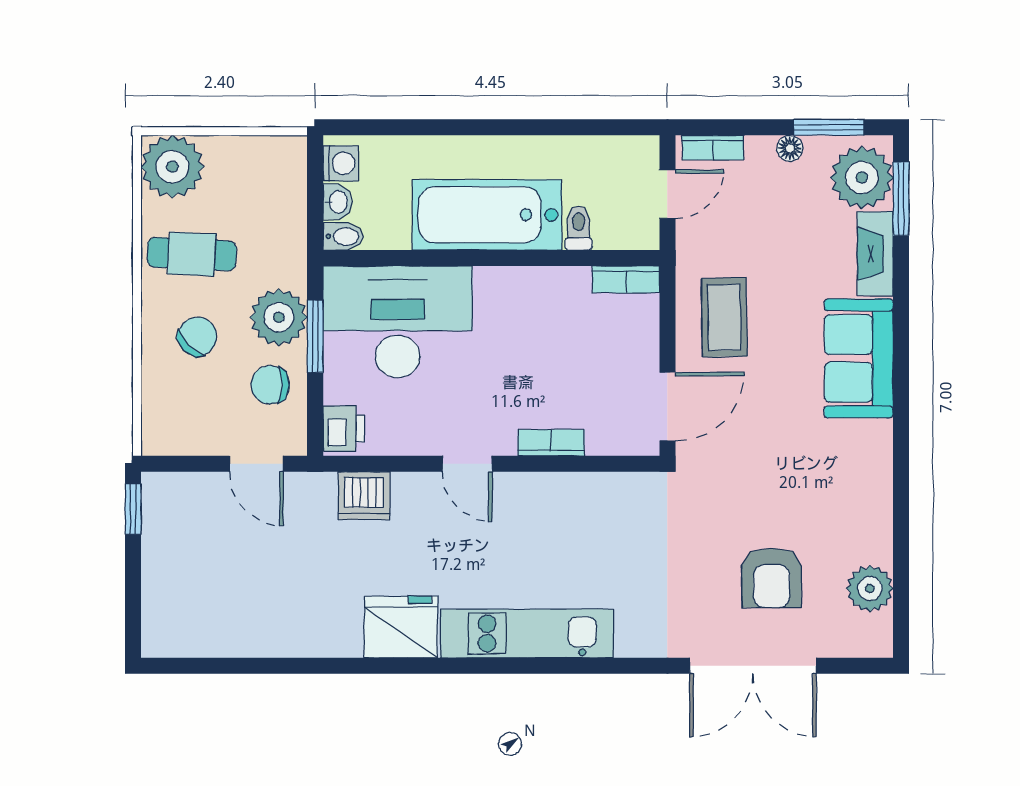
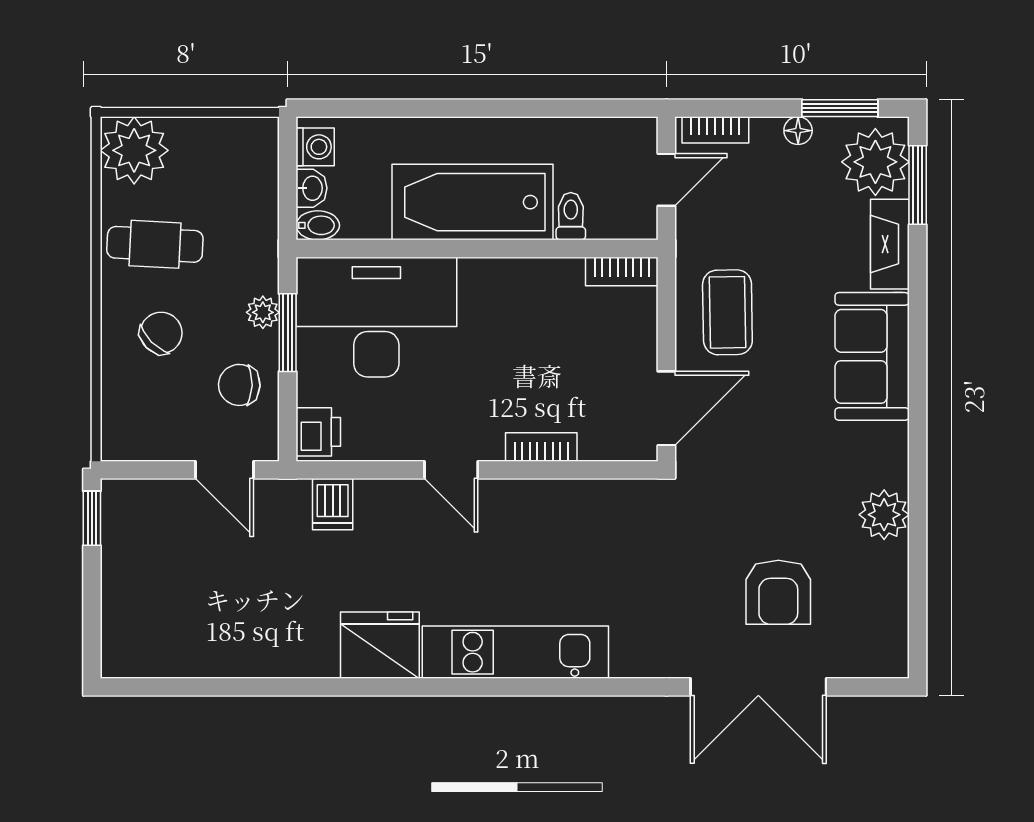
plant: (279, 317) -> (263, 312), width x0.53, depth x0.53
dishwasher: (364, 496) -> (333, 504), width x0.73
plant: (870, 589) -> (884, 515), moved

